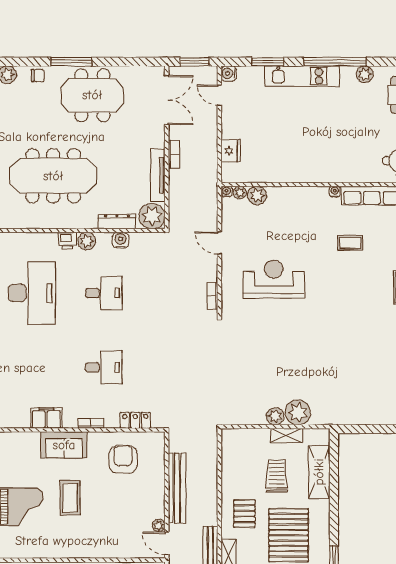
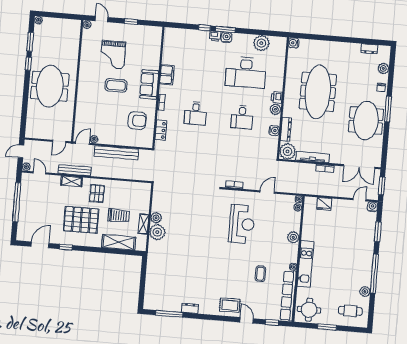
kitchen unit: (302, 76) -> (306, 264), moved, turned 180
plant: (257, 195) -> (293, 237), moved
pallet: (244, 514) -> (97, 193), turned 90

